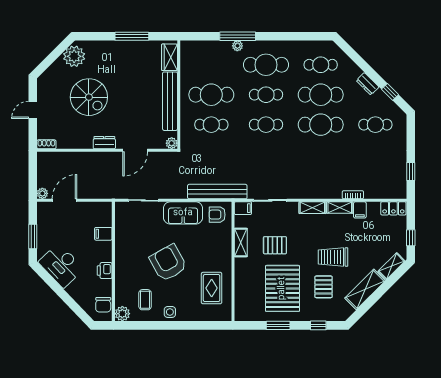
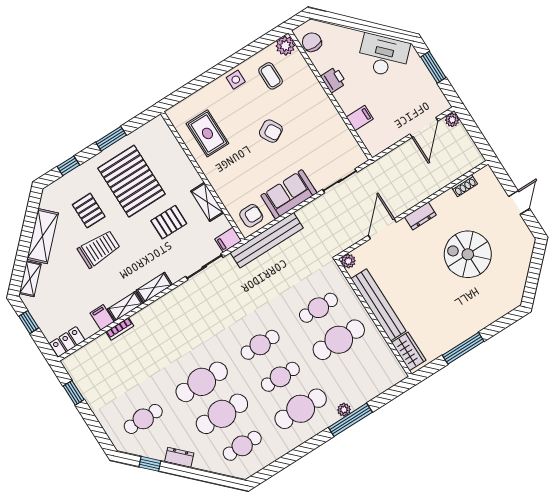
plant: (74, 56) -> (511, 288), removed
shoe rack: (46, 144) -> (465, 186), moved
armchair: (168, 263) -> (271, 131), width x0.53, depth x0.53

